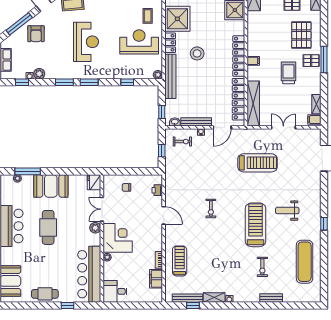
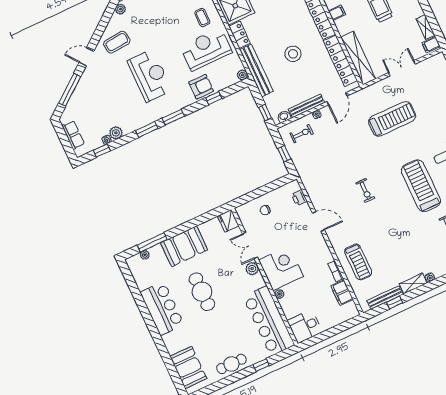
armchair: (36, 34) -> (201, 87), moved, turned -90
stool: (197, 53) -> (293, 54), moved
treadmill: (180, 261) -> (358, 262), turned 180

